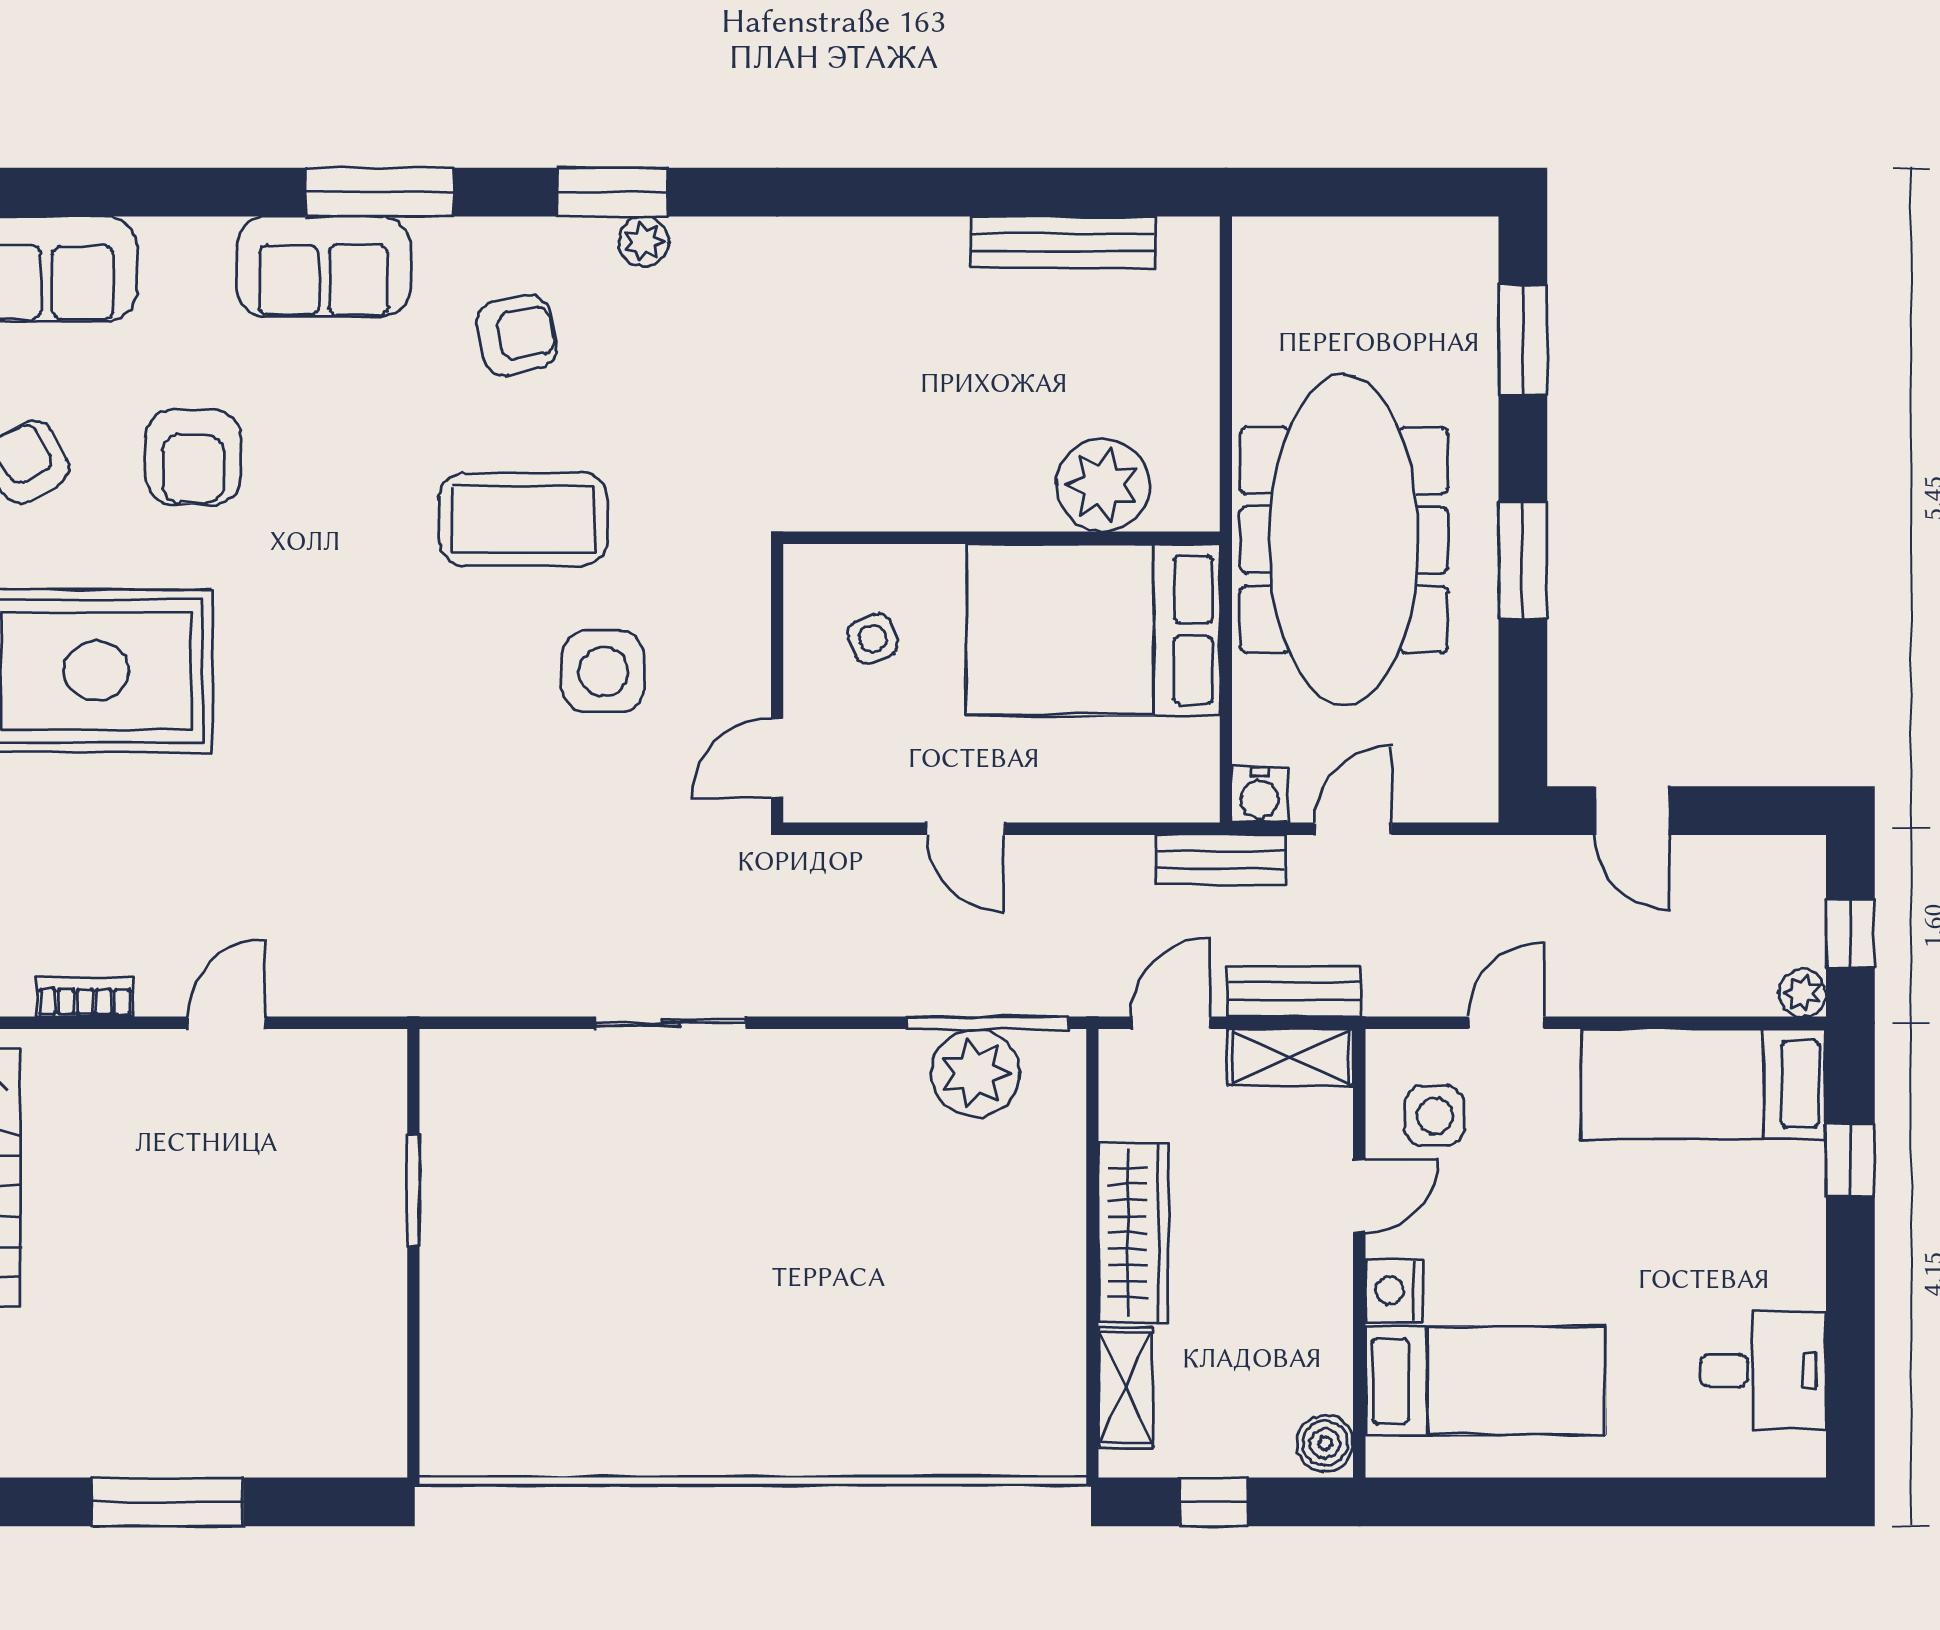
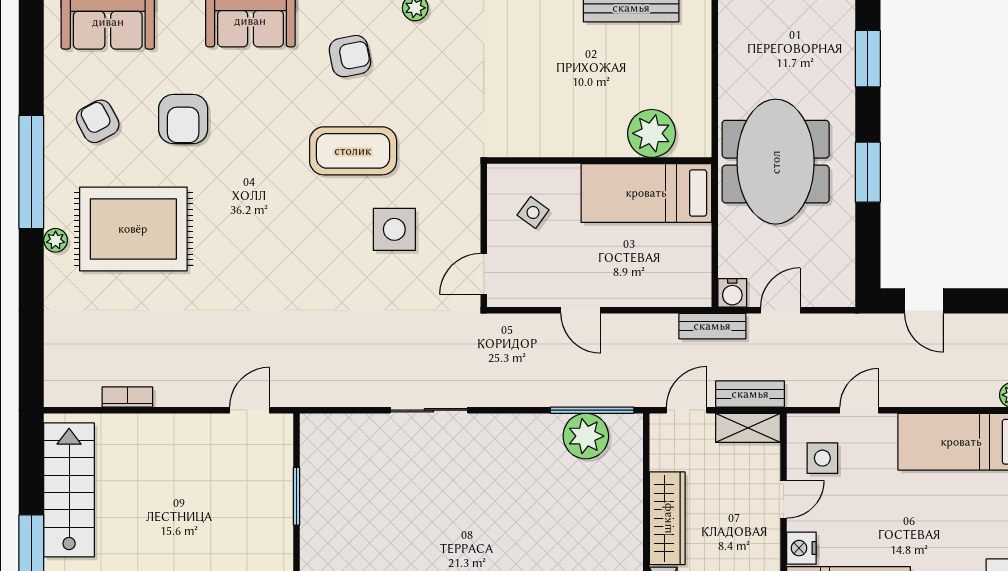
meeting table: (1344, 540) -> (776, 162), width x0.73
bed: (1093, 629) -> (646, 193), width x0.67
side table: (873, 639) -> (533, 212), turned -33
door: (226, 1023) -> (250, 410), moved

